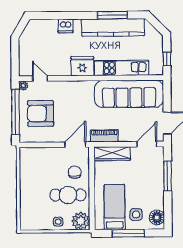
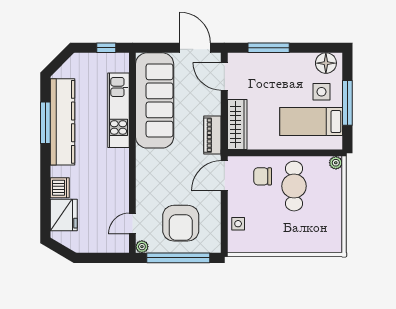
fridge: (82, 66) -> (64, 215), moved, turned 180
door: (75, 145) -> (224, 176), hinge flipped
plant: (81, 221) -> (336, 163), width x0.53, depth x0.53
side table: (58, 222) -> (238, 224), moved

